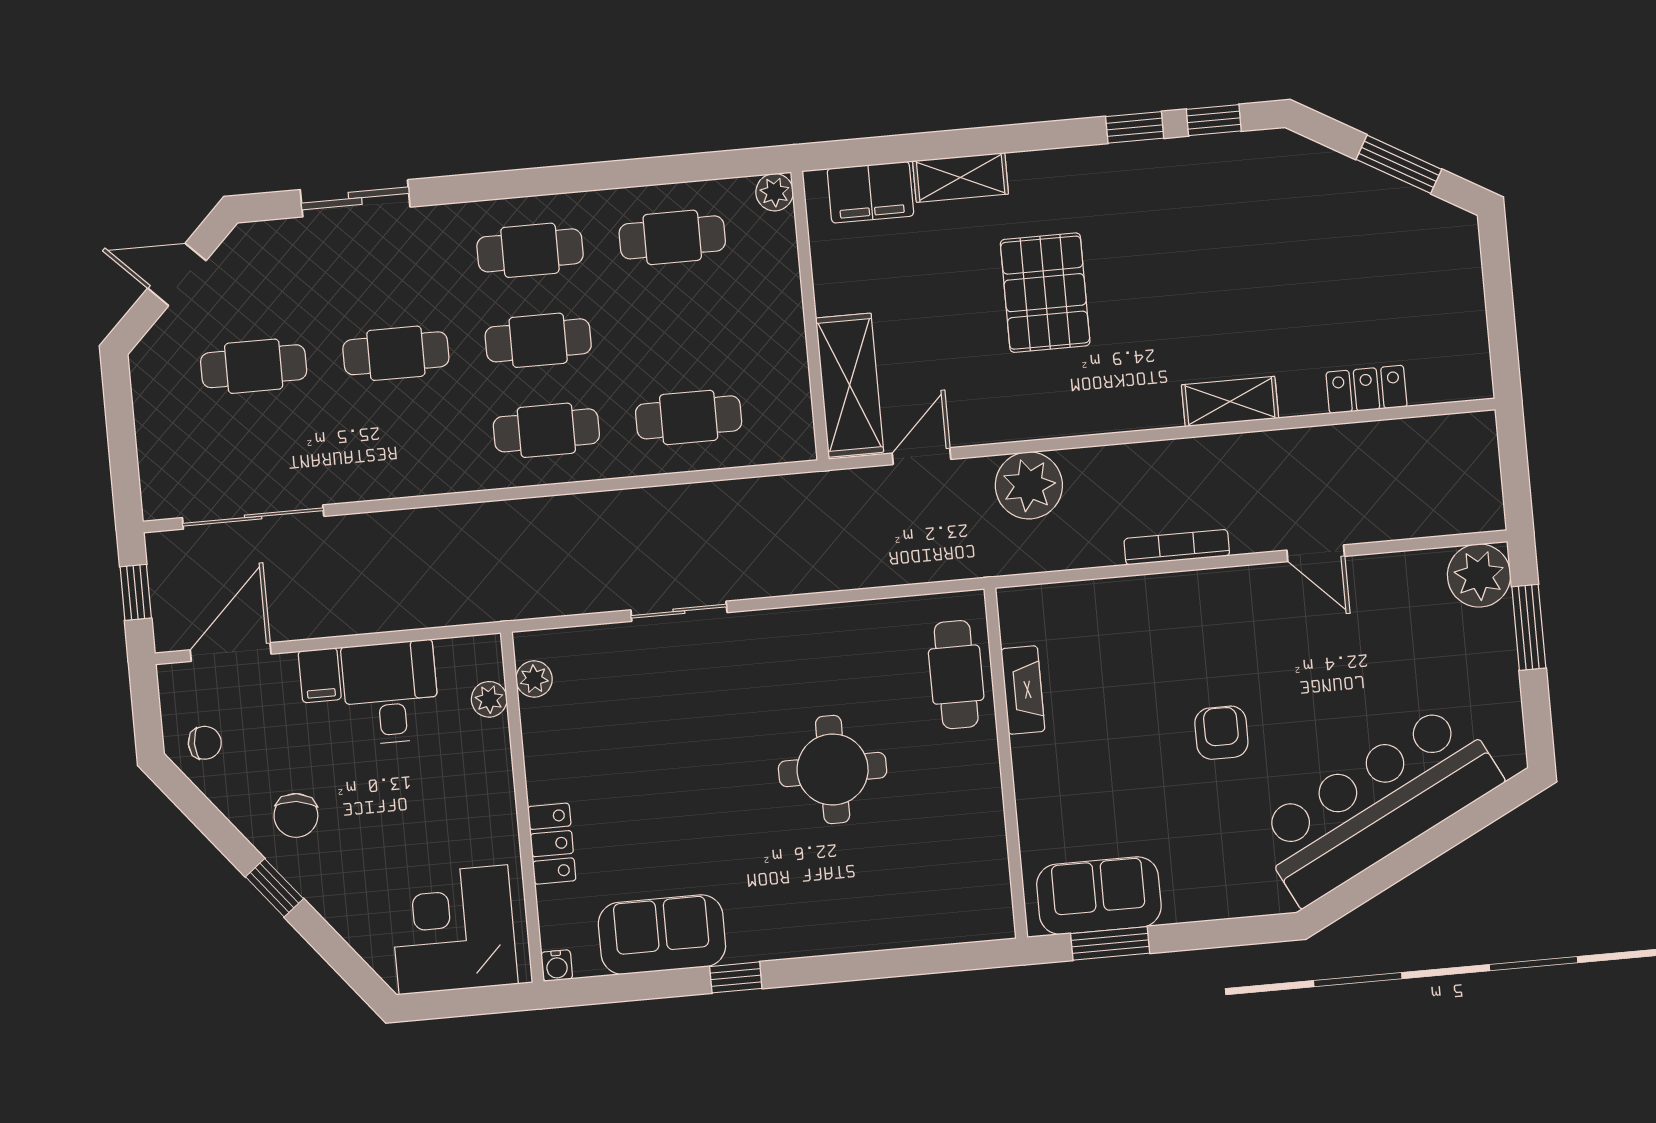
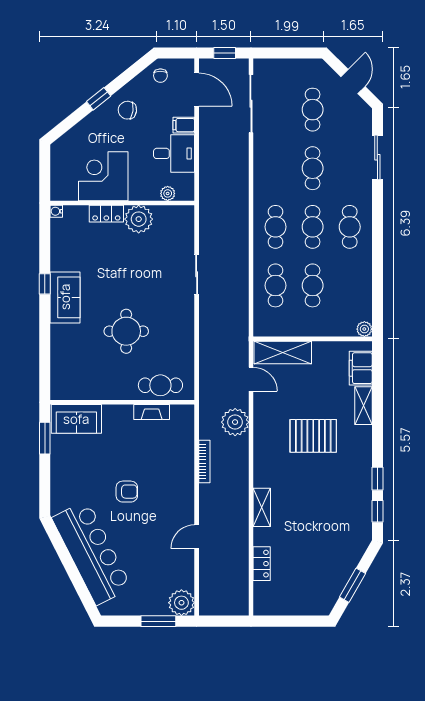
cafe table: (672, 237) -> (313, 285), moved
bookcase: (1177, 547) -> (204, 461), moved
plant: (534, 679) -> (139, 219), moved, width x1.88, depth x1.88
sofa: (1099, 896) -> (76, 419), moved, turned 90
corner desk: (453, 930) -> (103, 176), moved, turned -90
sofa: (662, 935) -> (65, 297), moved

